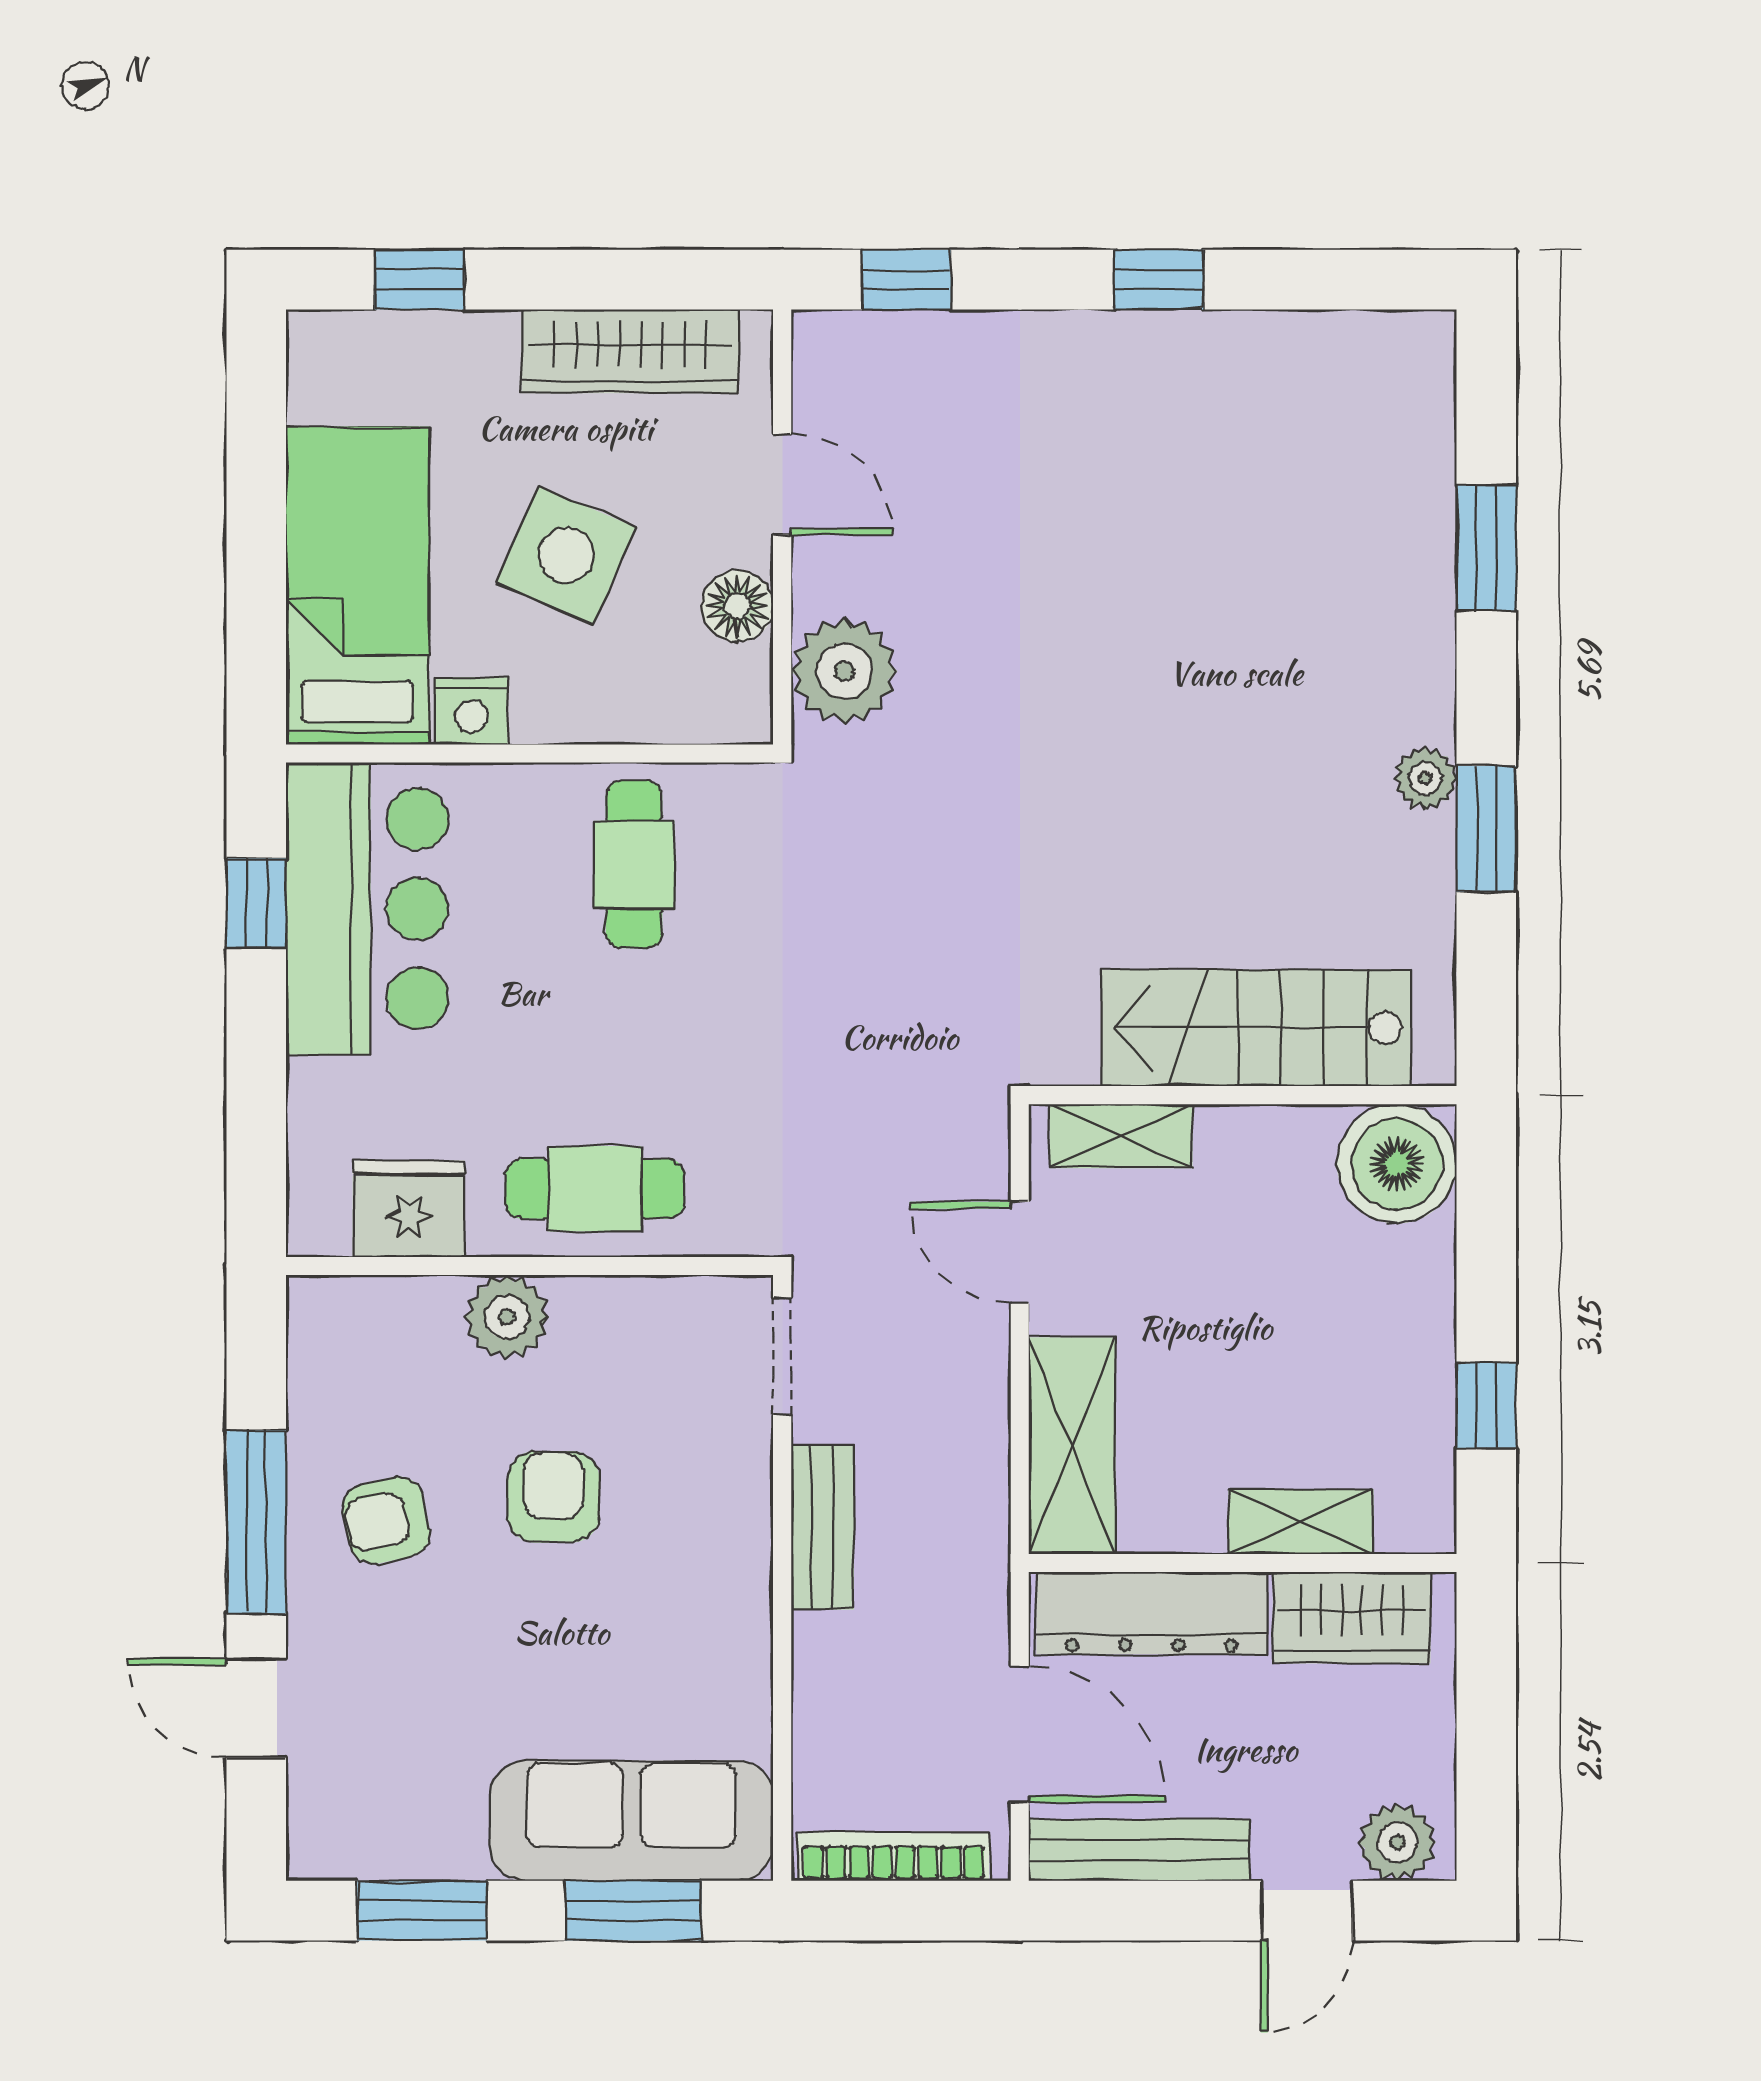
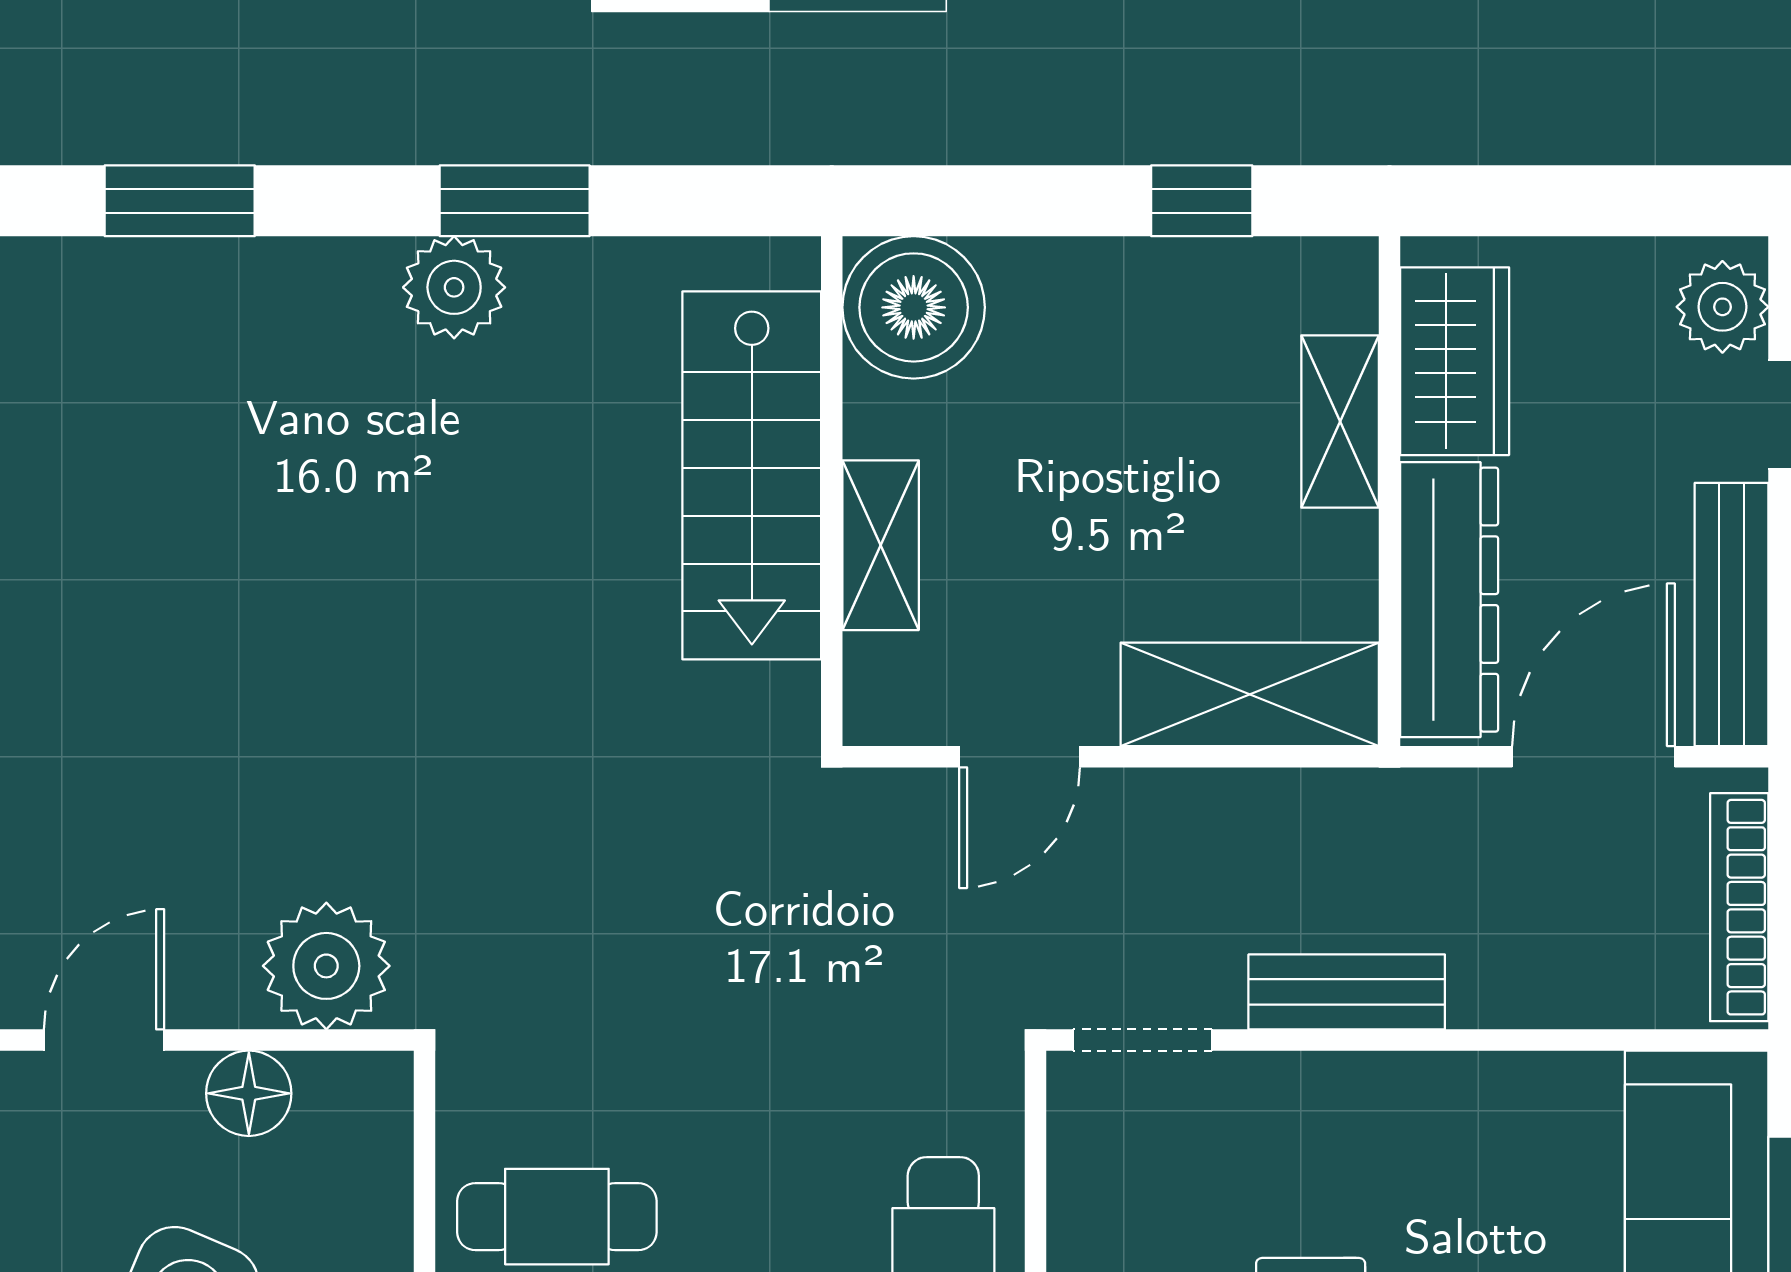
plant: (1425, 778) -> (454, 287), width x1.38, depth x1.38
shelving: (1121, 1136) -> (881, 545), moved

